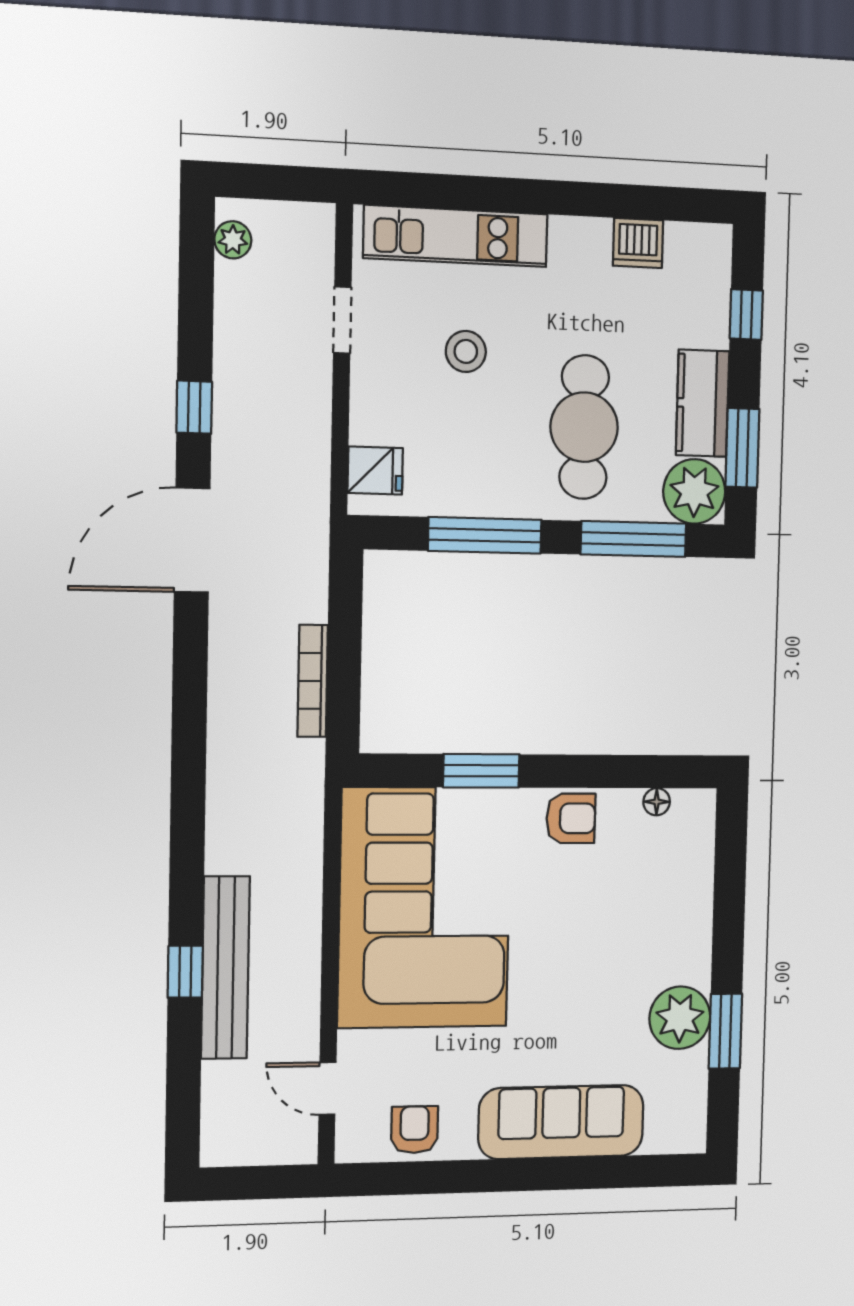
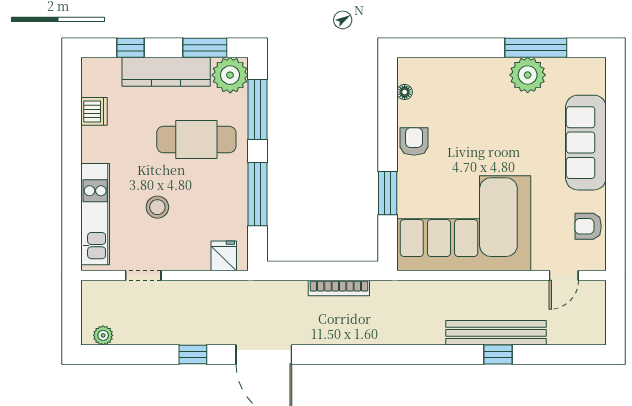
kitchen counter: (703, 403) -> (166, 72), width x1.50
window: (725, 1031) -> (536, 48), width x1.44

